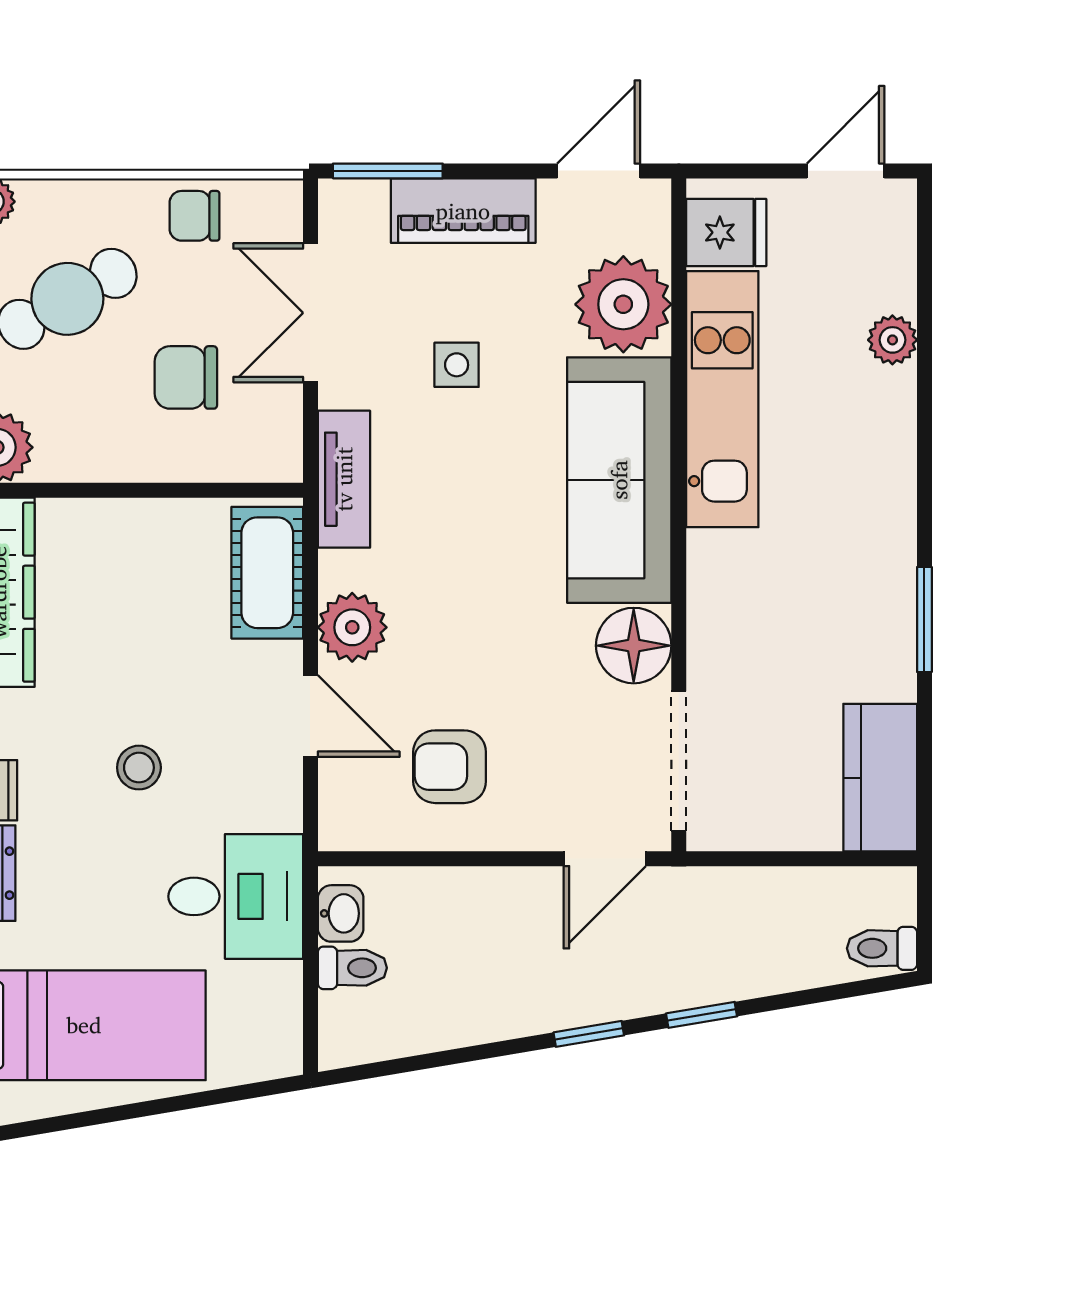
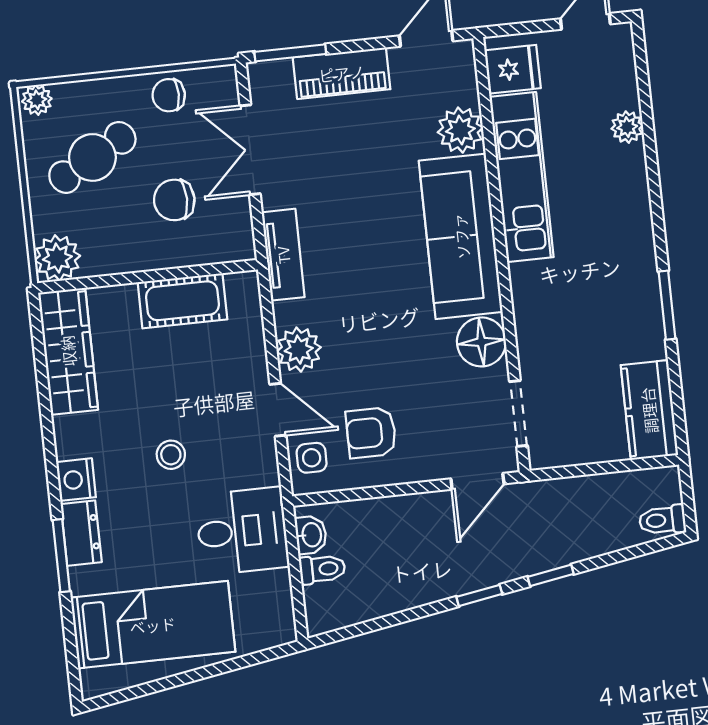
plant: (623, 304) -> (460, 130), width x0.73, depth x0.73
side table: (457, 365) -> (312, 458), moved
cot: (267, 573) -> (182, 301), moved, turned 90
doorway: (679, 761) -> (518, 413), width x0.73

